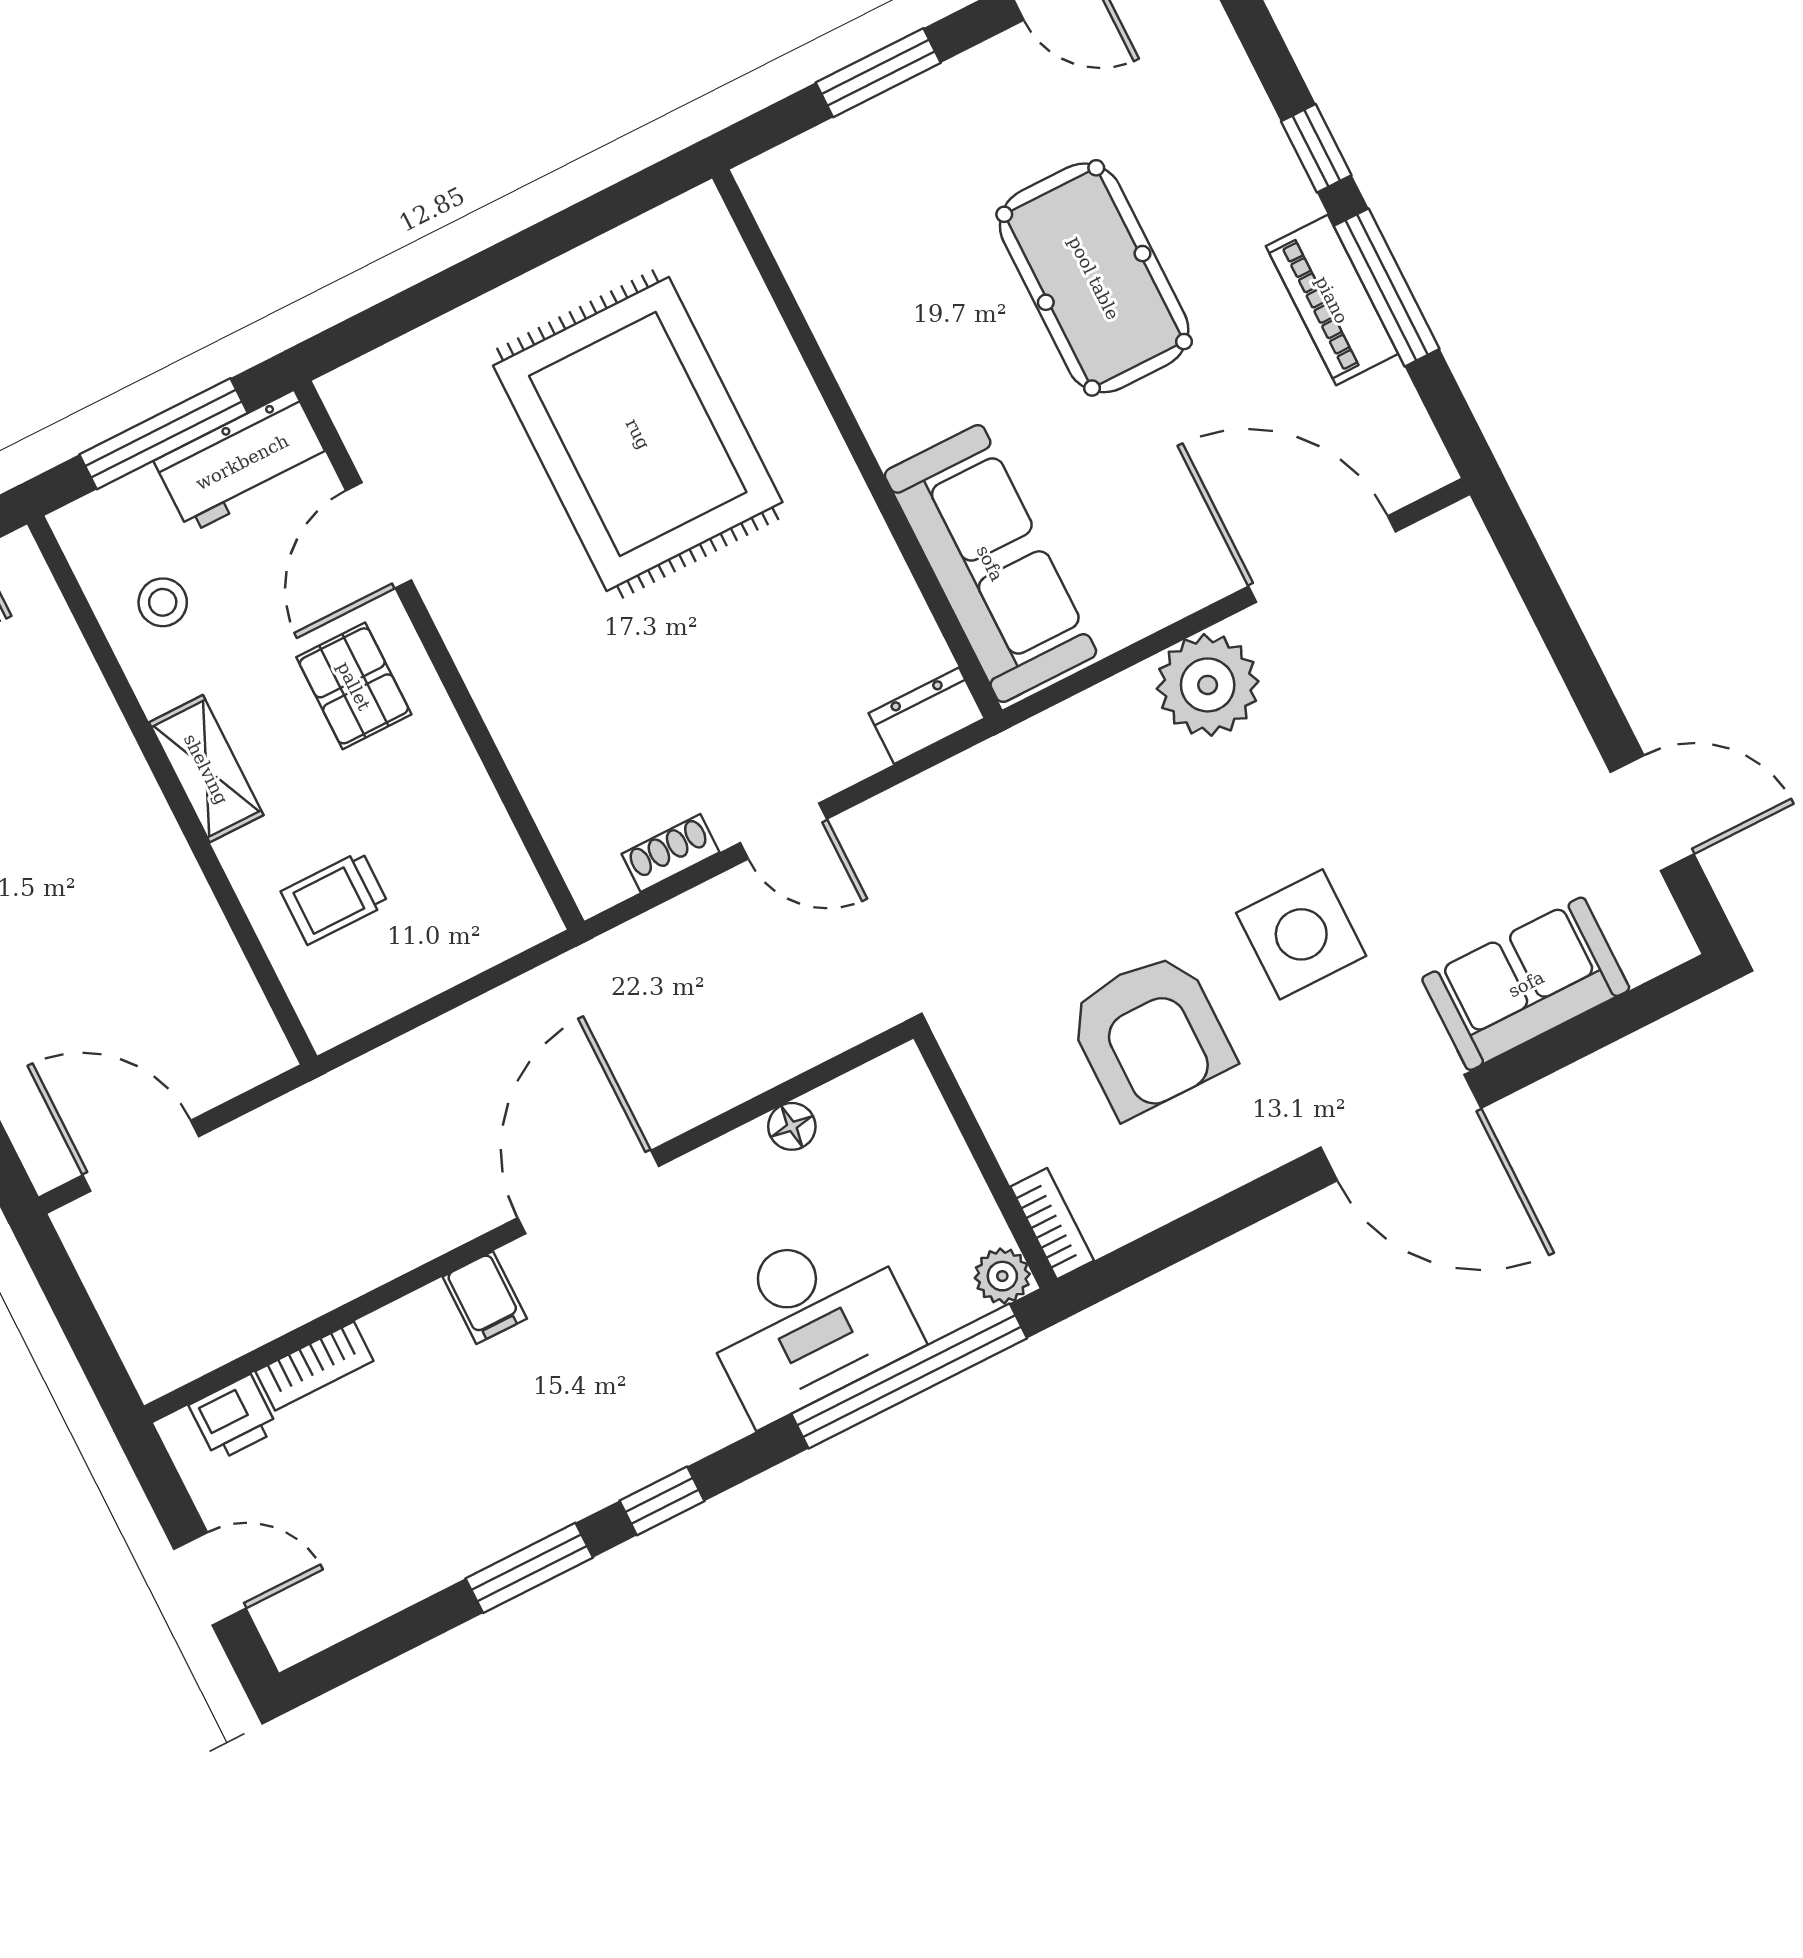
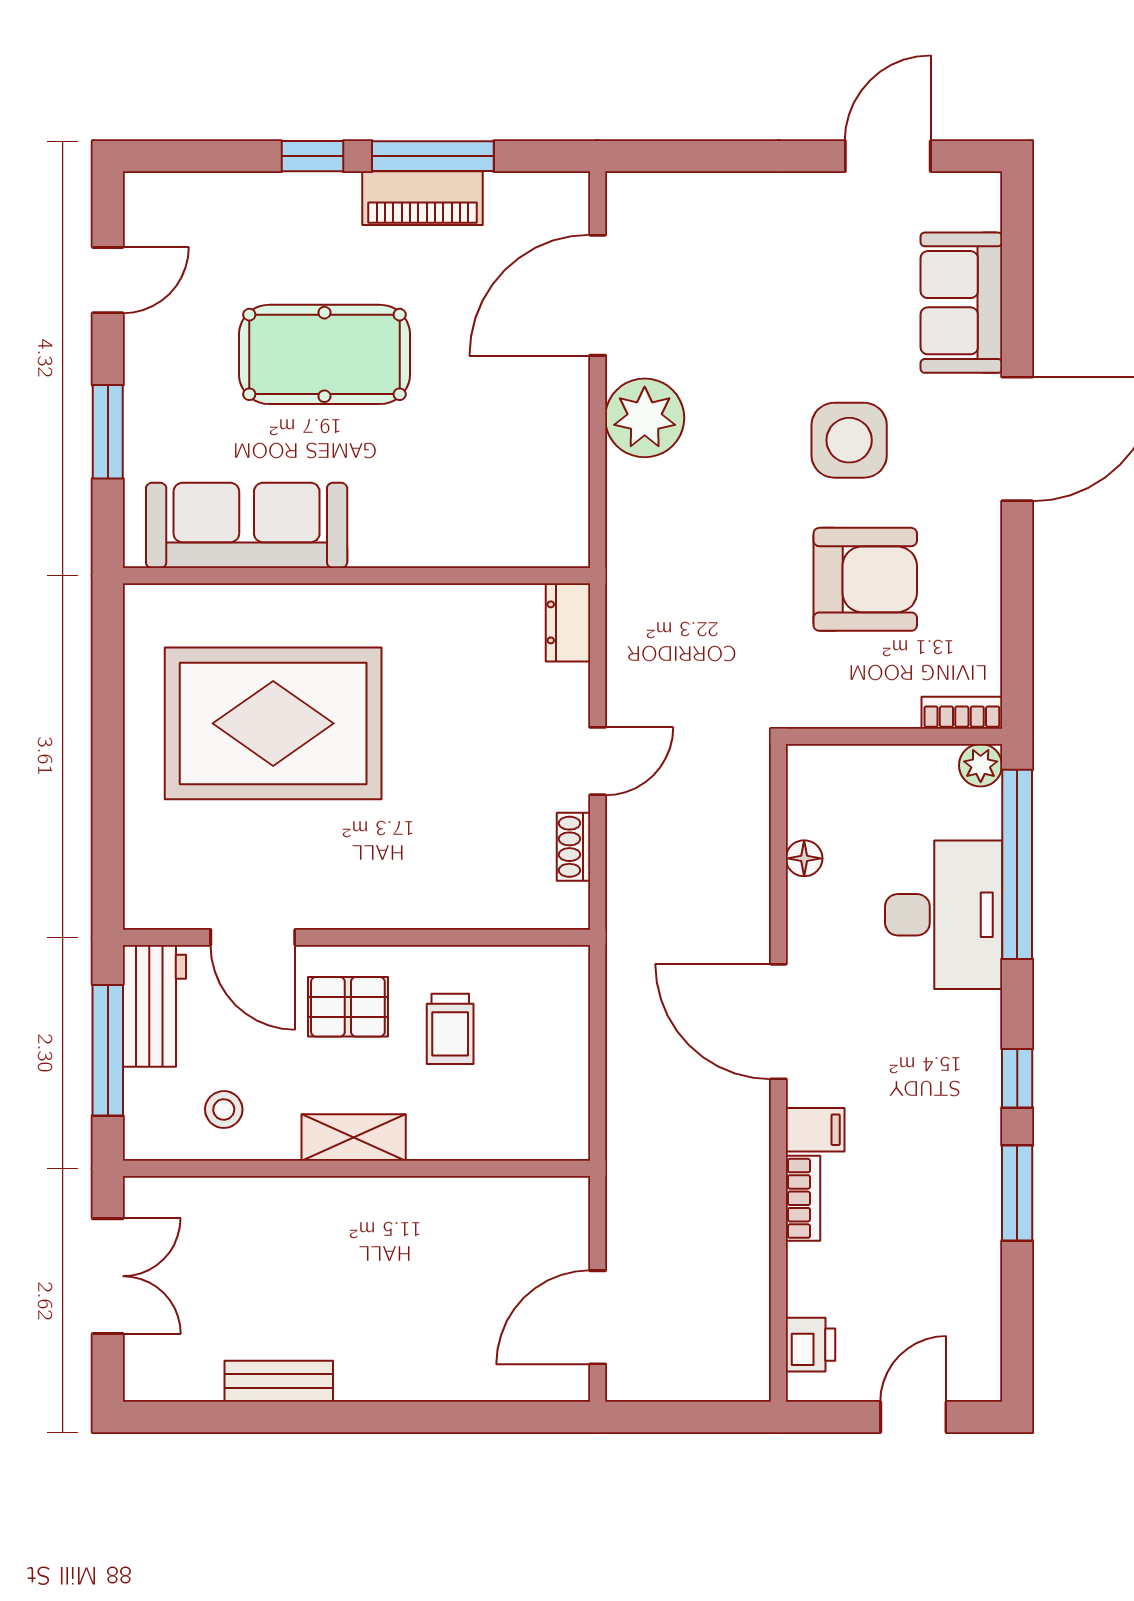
sofa: (990, 563) -> (247, 525), moved
trolley: (335, 898) -> (450, 1029), moved
bookcase: (314, 1366) -> (803, 1198), moved

